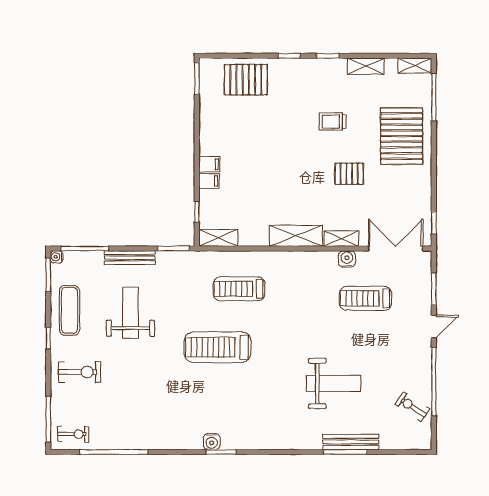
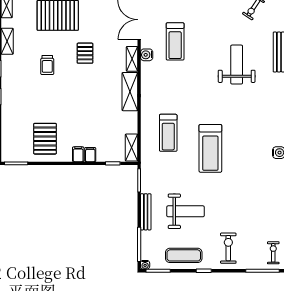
pallet: (246, 80) -> (45, 139), moved
weight bench: (131, 313) -> (185, 211), turned 180

